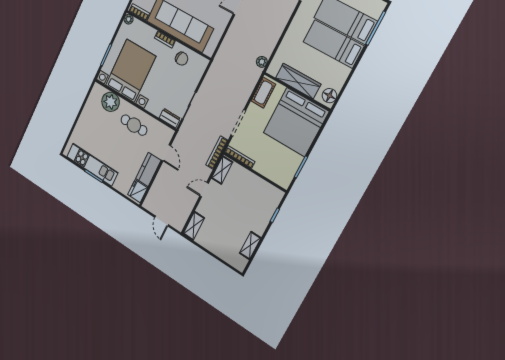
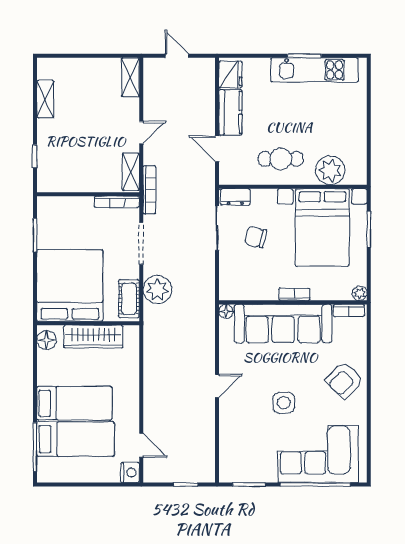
floor lamp: (209, 51) -> (226, 311), added
chair: (182, 59) -> (256, 237), moved
plant: (262, 62) -> (157, 290), moved, width x1.87, depth x1.87

